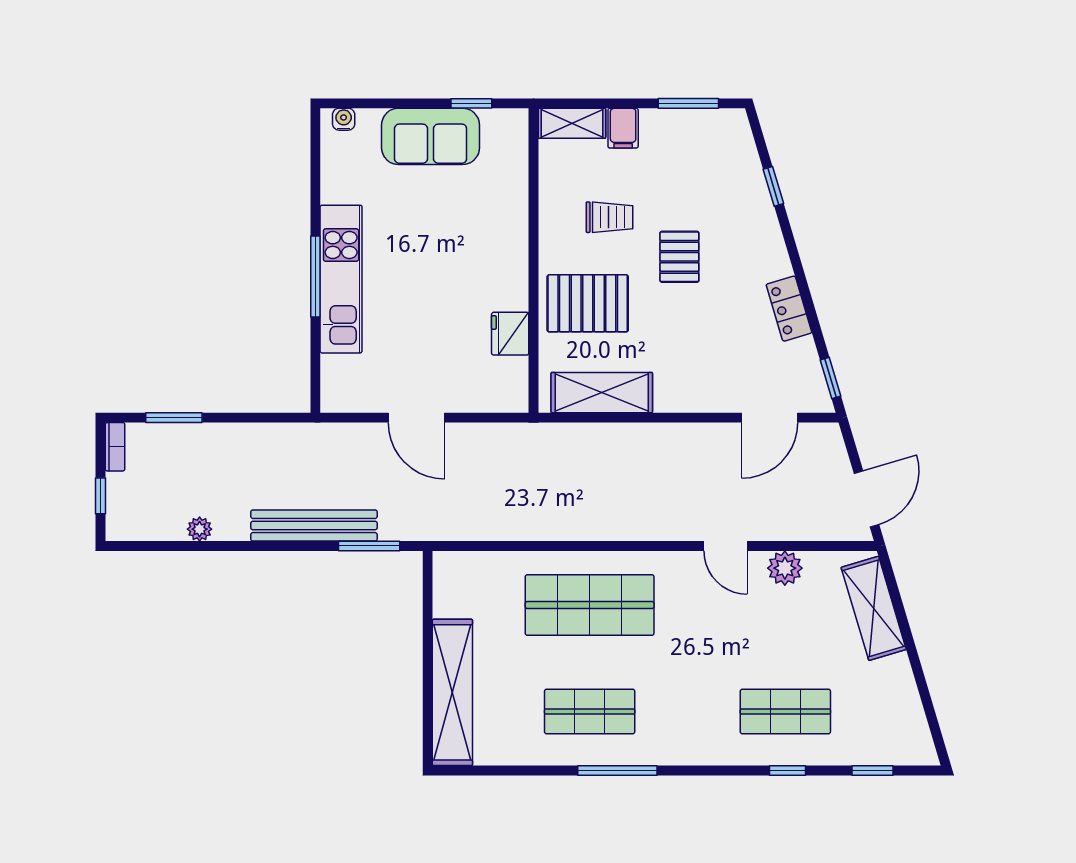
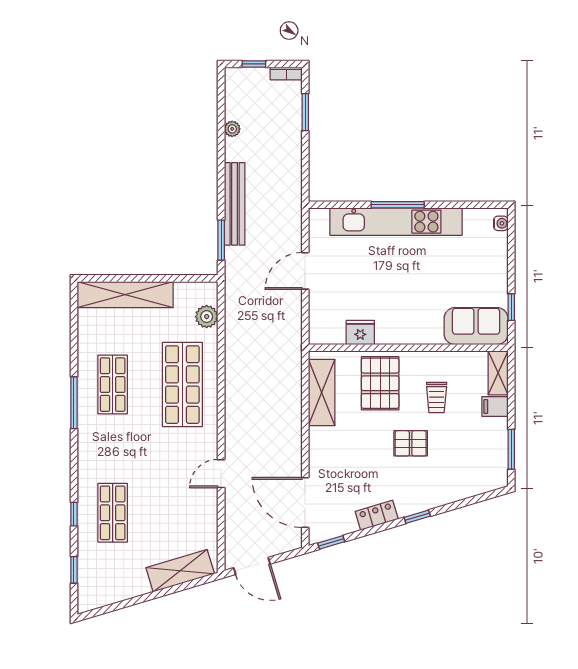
sofa: (431, 136) -> (476, 326), moved, turned 90
window: (773, 186) -> (417, 517), moved
kitchen unit: (341, 279) -> (396, 222), width x1.36
door: (770, 418) -> (305, 503), width x1.36
plant: (785, 568) -> (207, 317), moved

